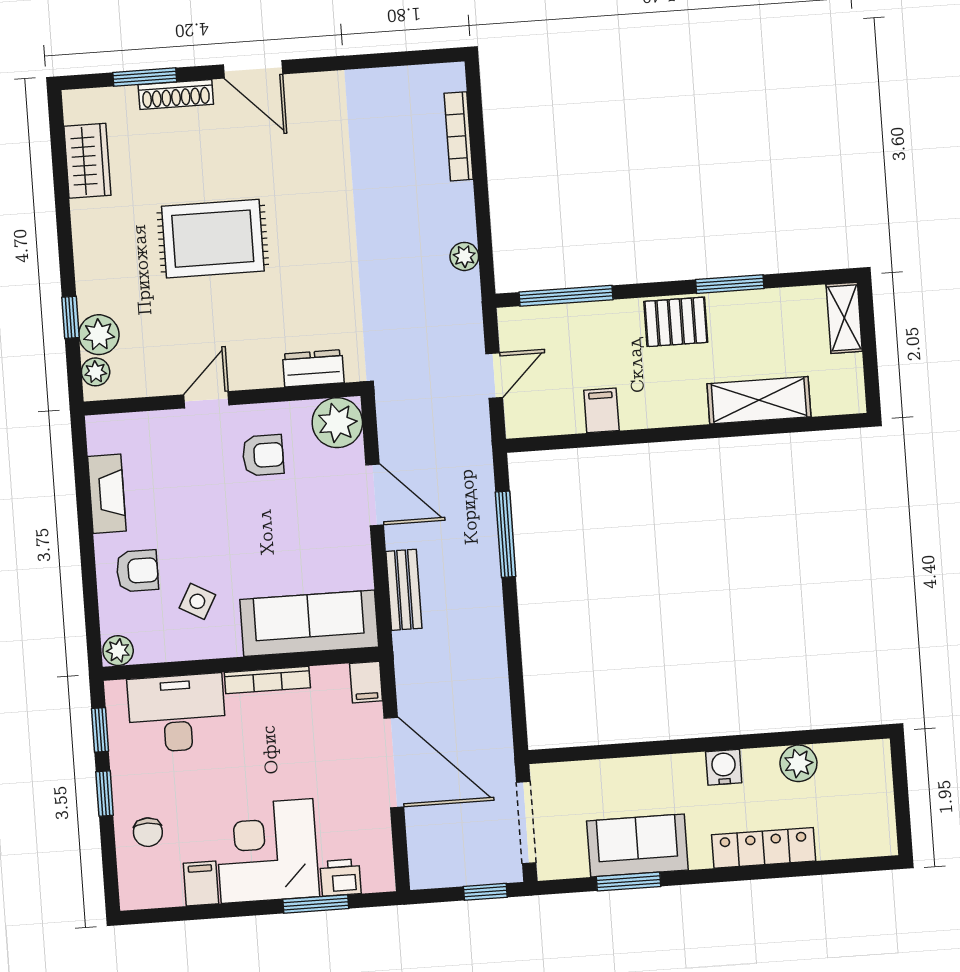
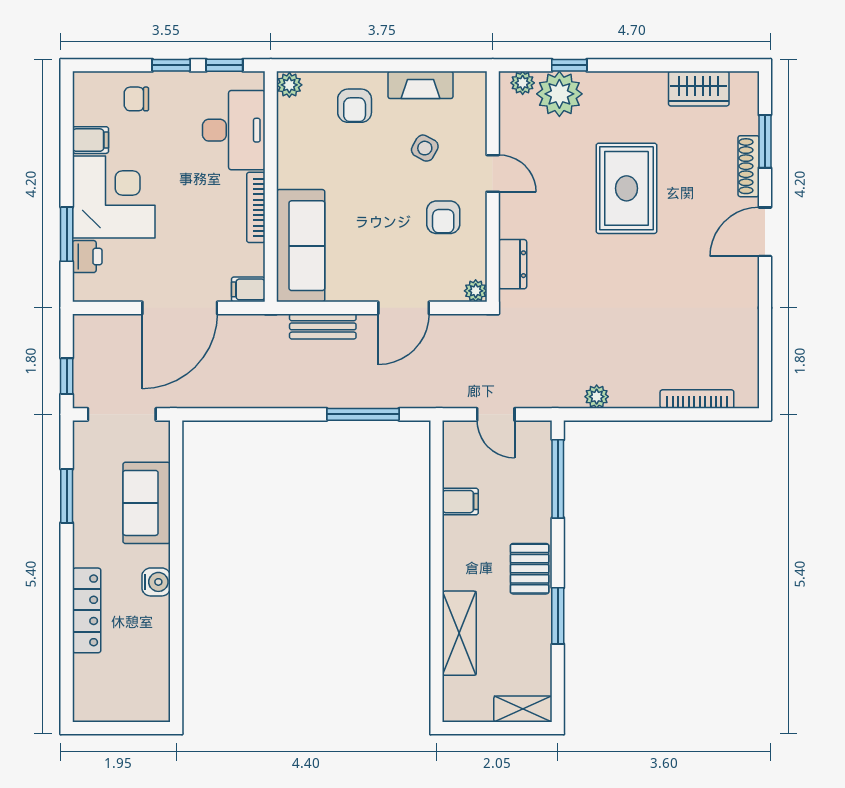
plant: (99, 335) -> (559, 94), width x1.36, depth x1.36
plant: (337, 423) -> (476, 291), width x0.53, depth x0.53
side table: (197, 601) -> (425, 148), moved
plant: (798, 763) -> (155, 644), removed
sofa: (637, 845) -> (147, 503), moved, turned 180

